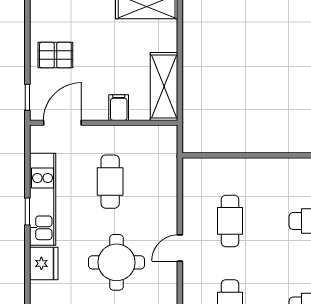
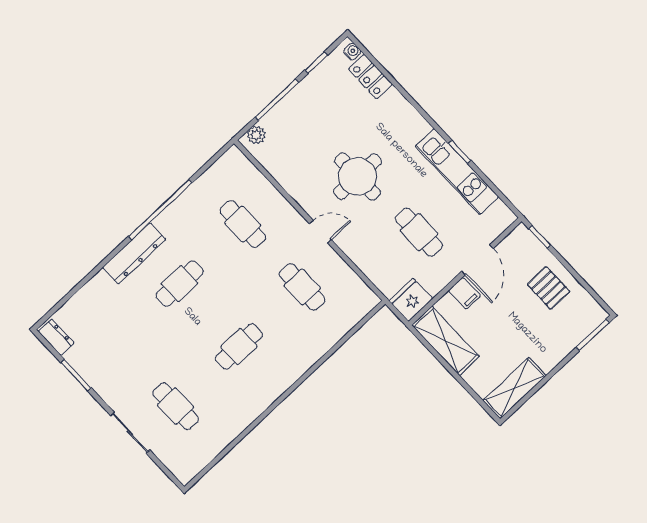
pallet: (55, 55) -> (548, 288), turned 90
door: (62, 123) -> (477, 260), moved
door: (180, 248) -> (320, 232), hinge flipped
fridge: (44, 263) -> (411, 300), moved, turned 90

